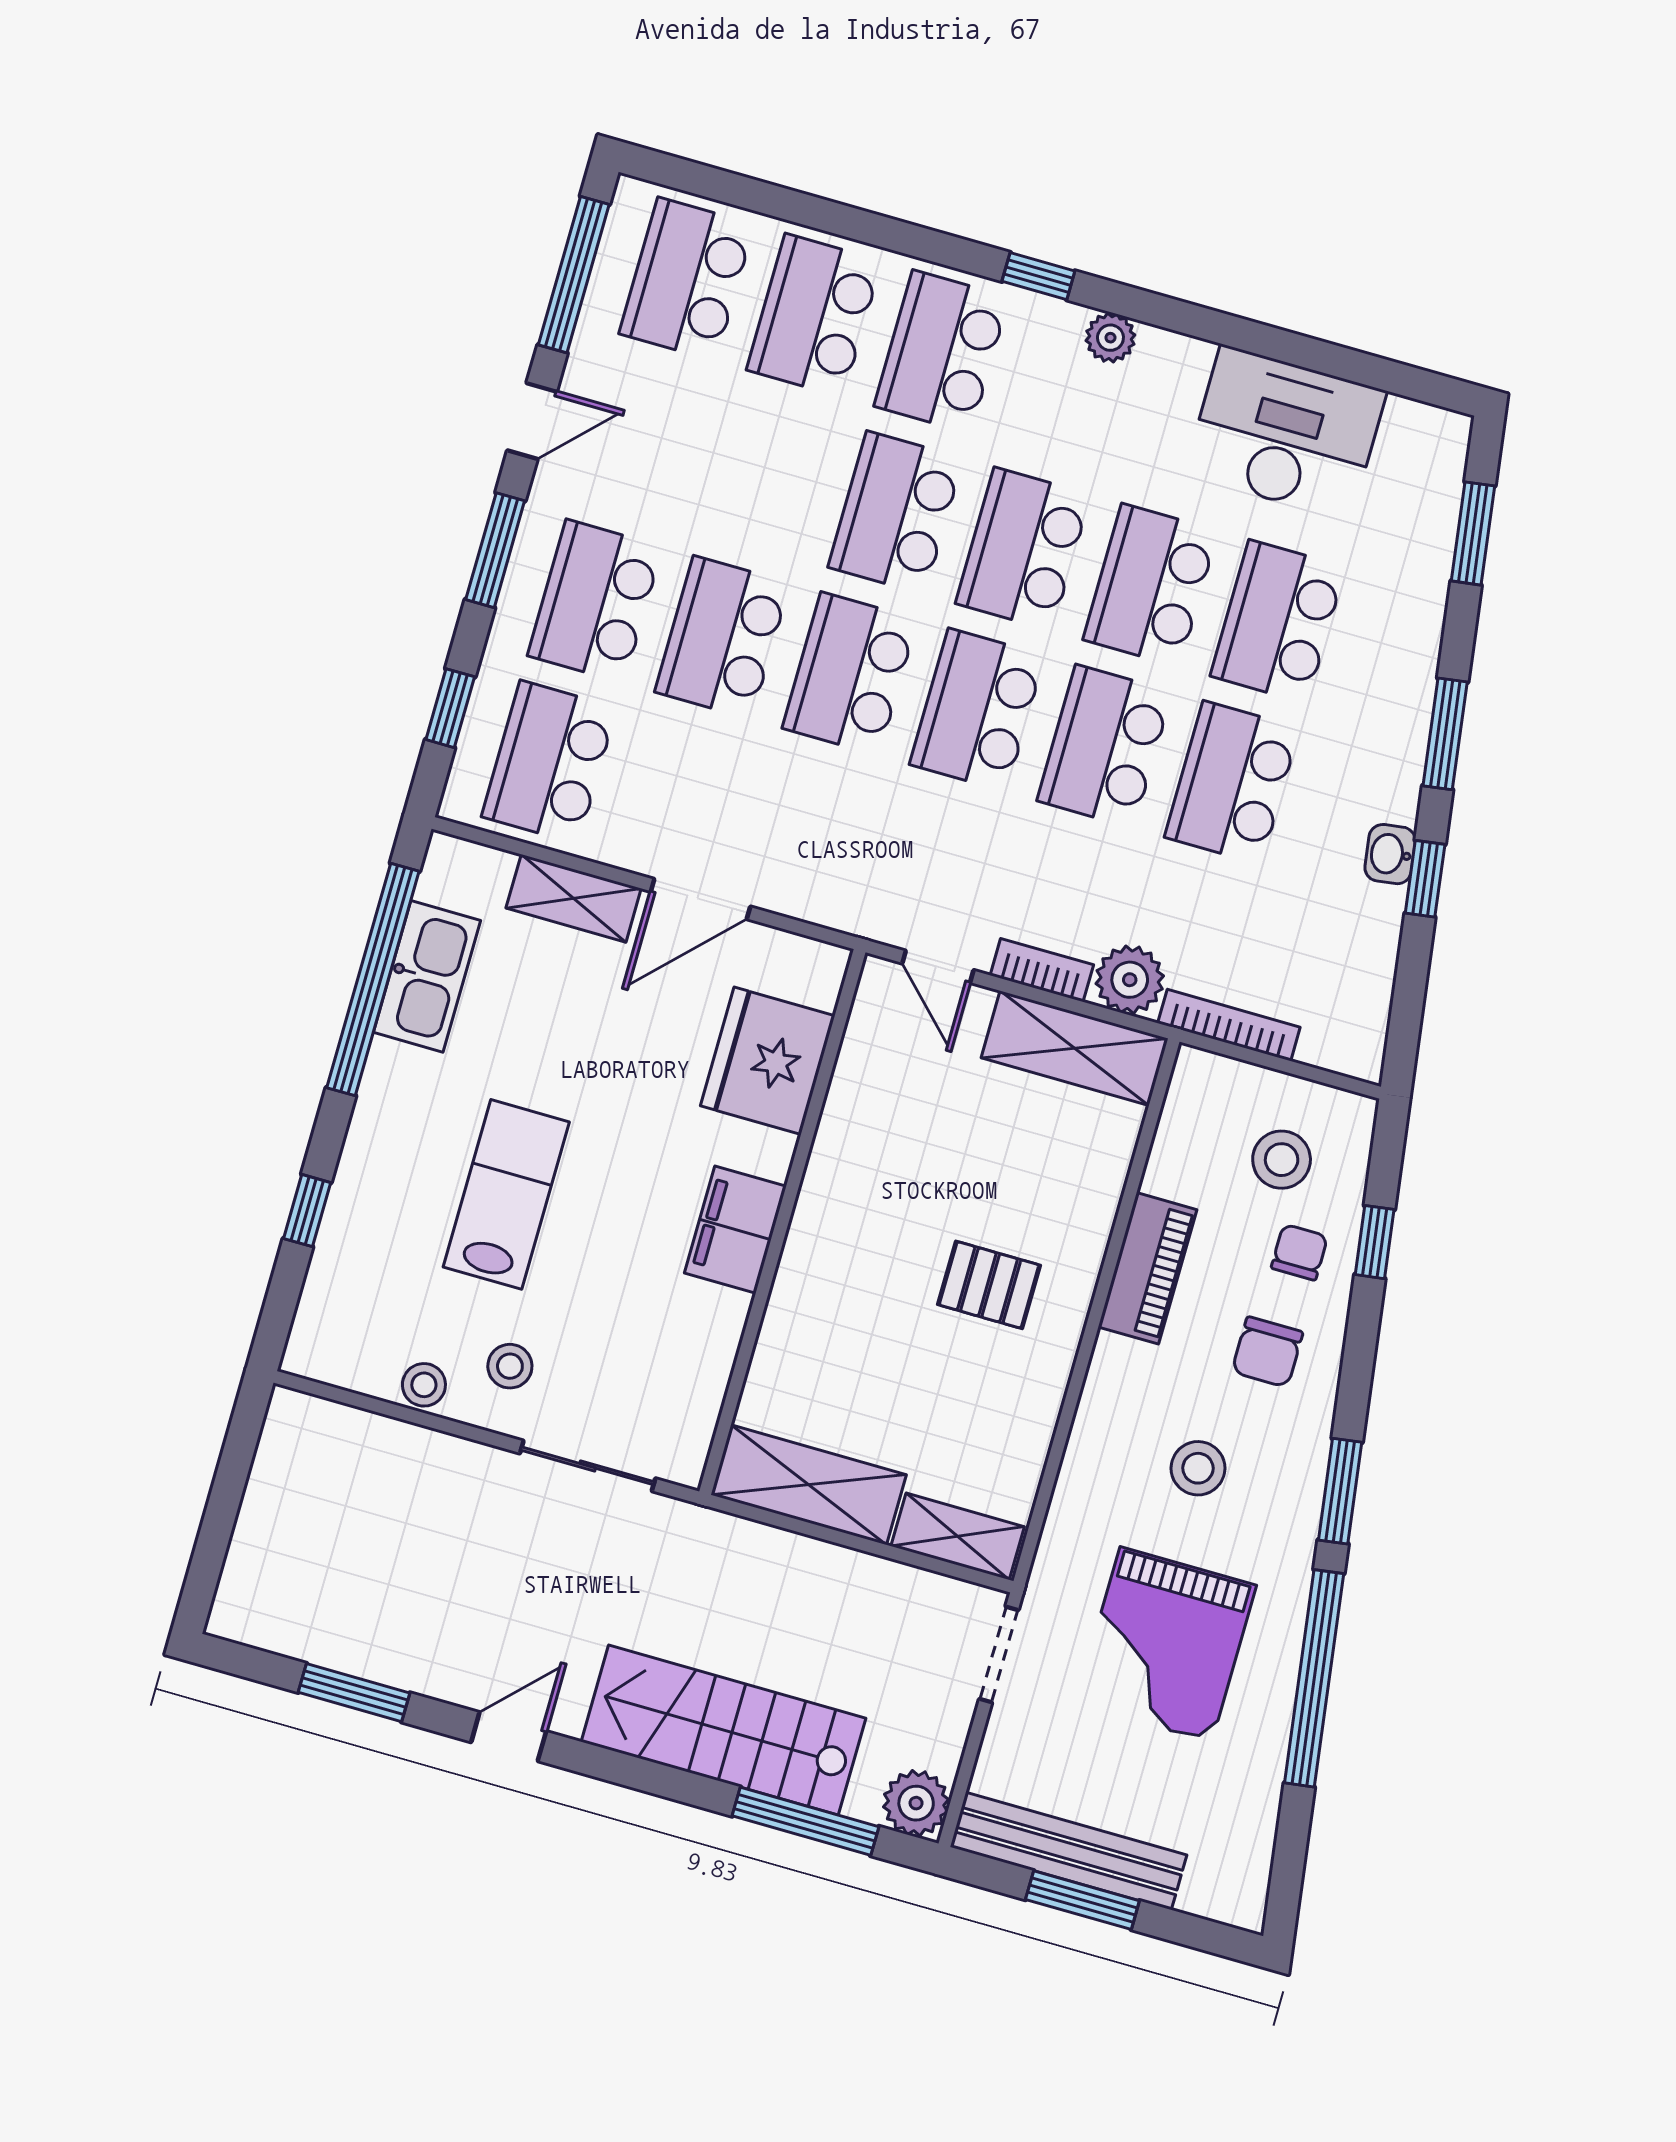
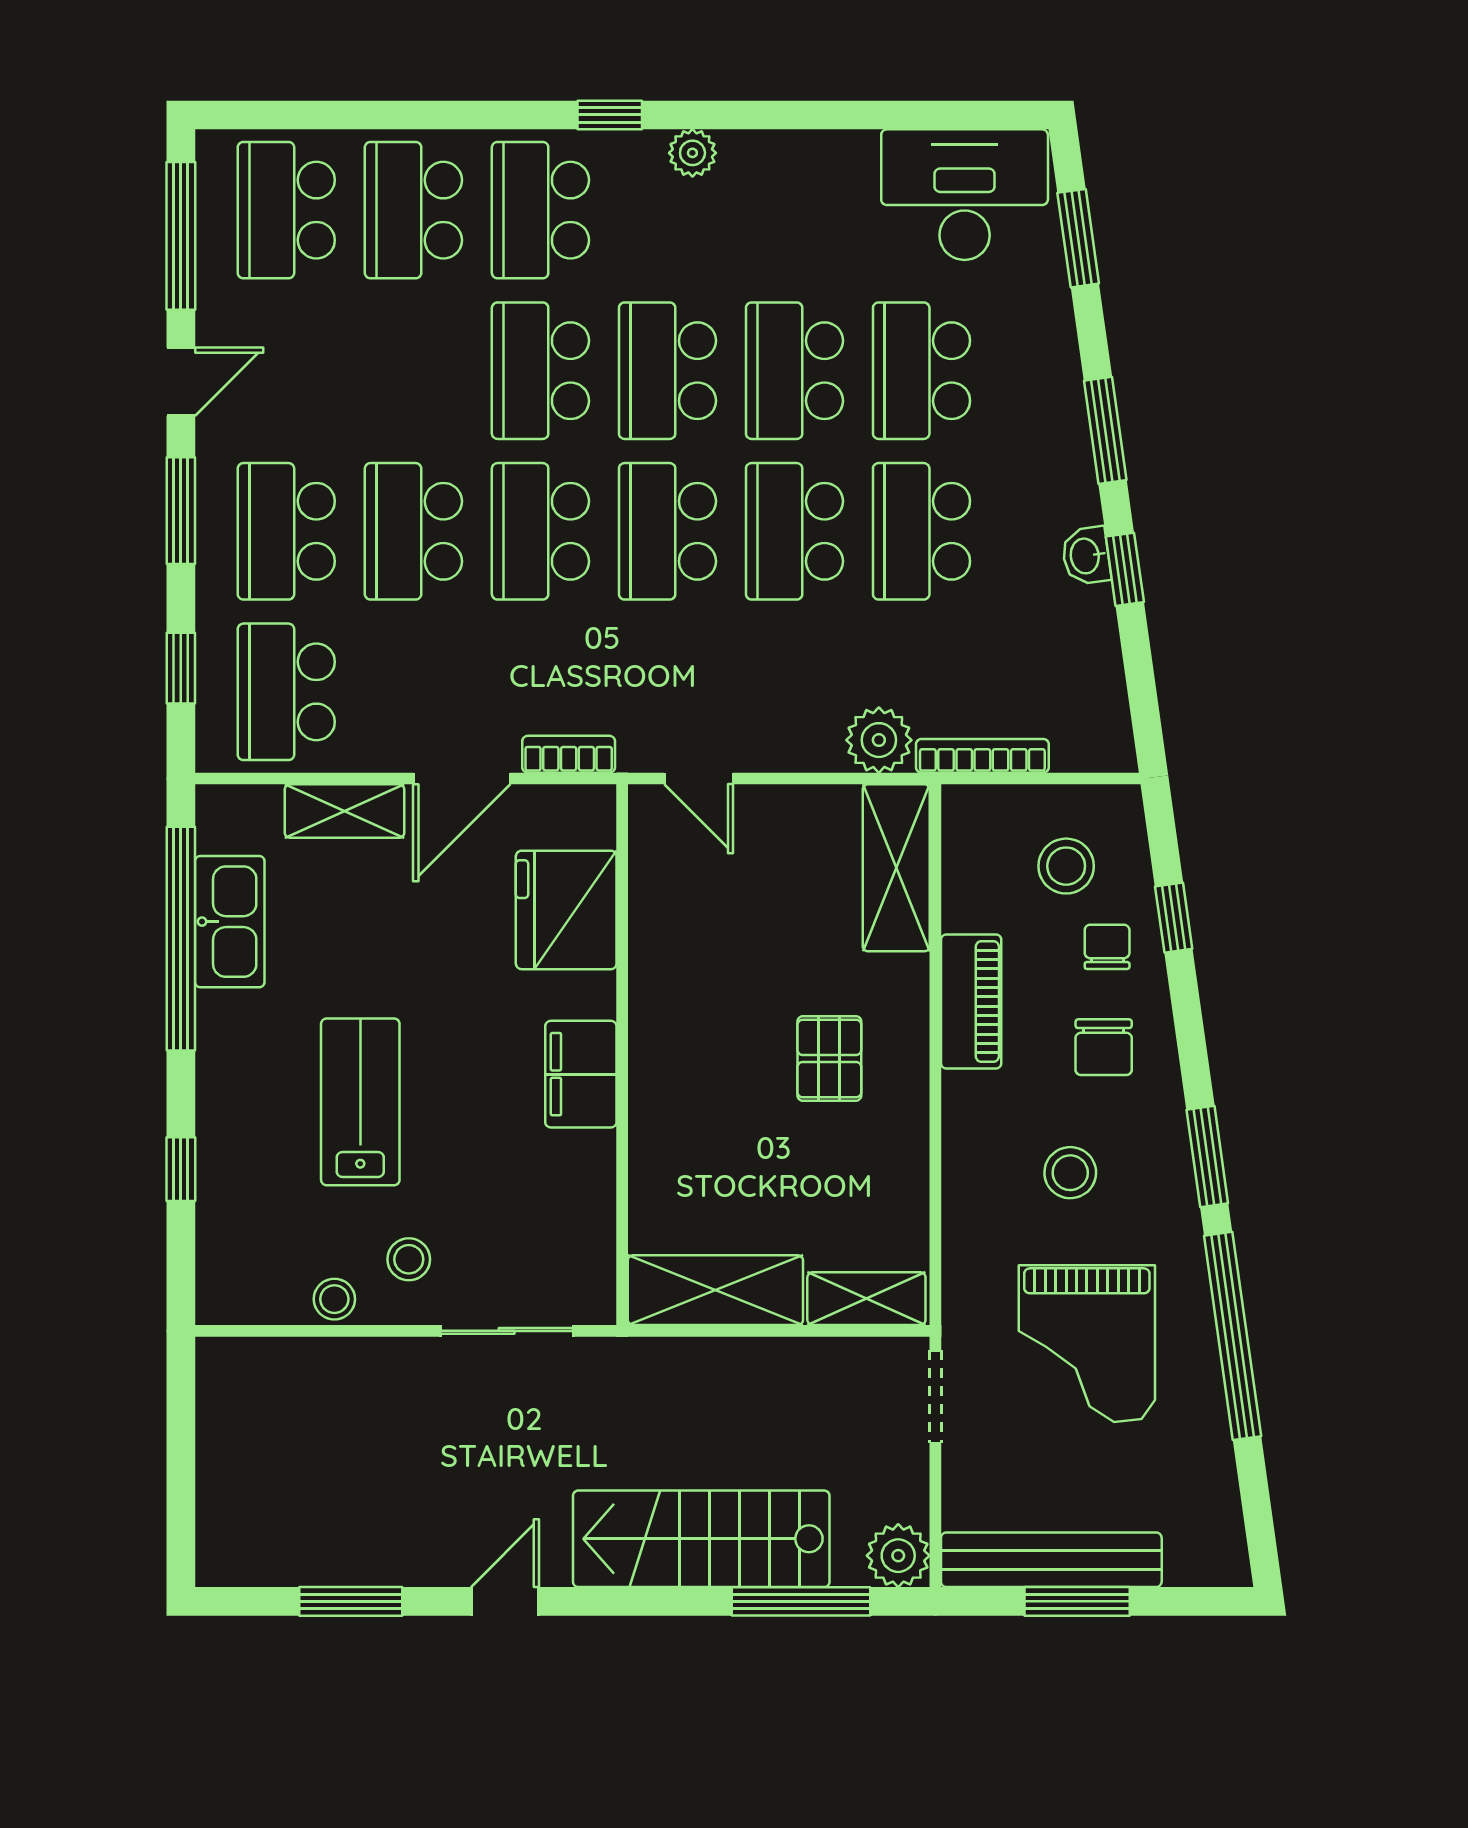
desk: (1285, 433) -> (965, 195), moved
bookcase: (1042, 970) -> (569, 754), moved
shelving: (1075, 1048) -> (896, 868), moved, turned 90
pallet: (989, 1285) -> (829, 1058), turned 90

